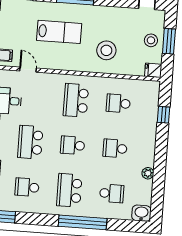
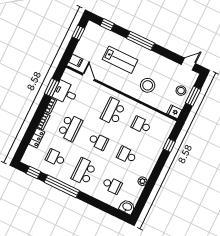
school desk: (30, 142) -> (70, 128), turned 180
school desk: (73, 145) -> (98, 141), turned 180
window: (83, 222) -> (62, 186), moved

